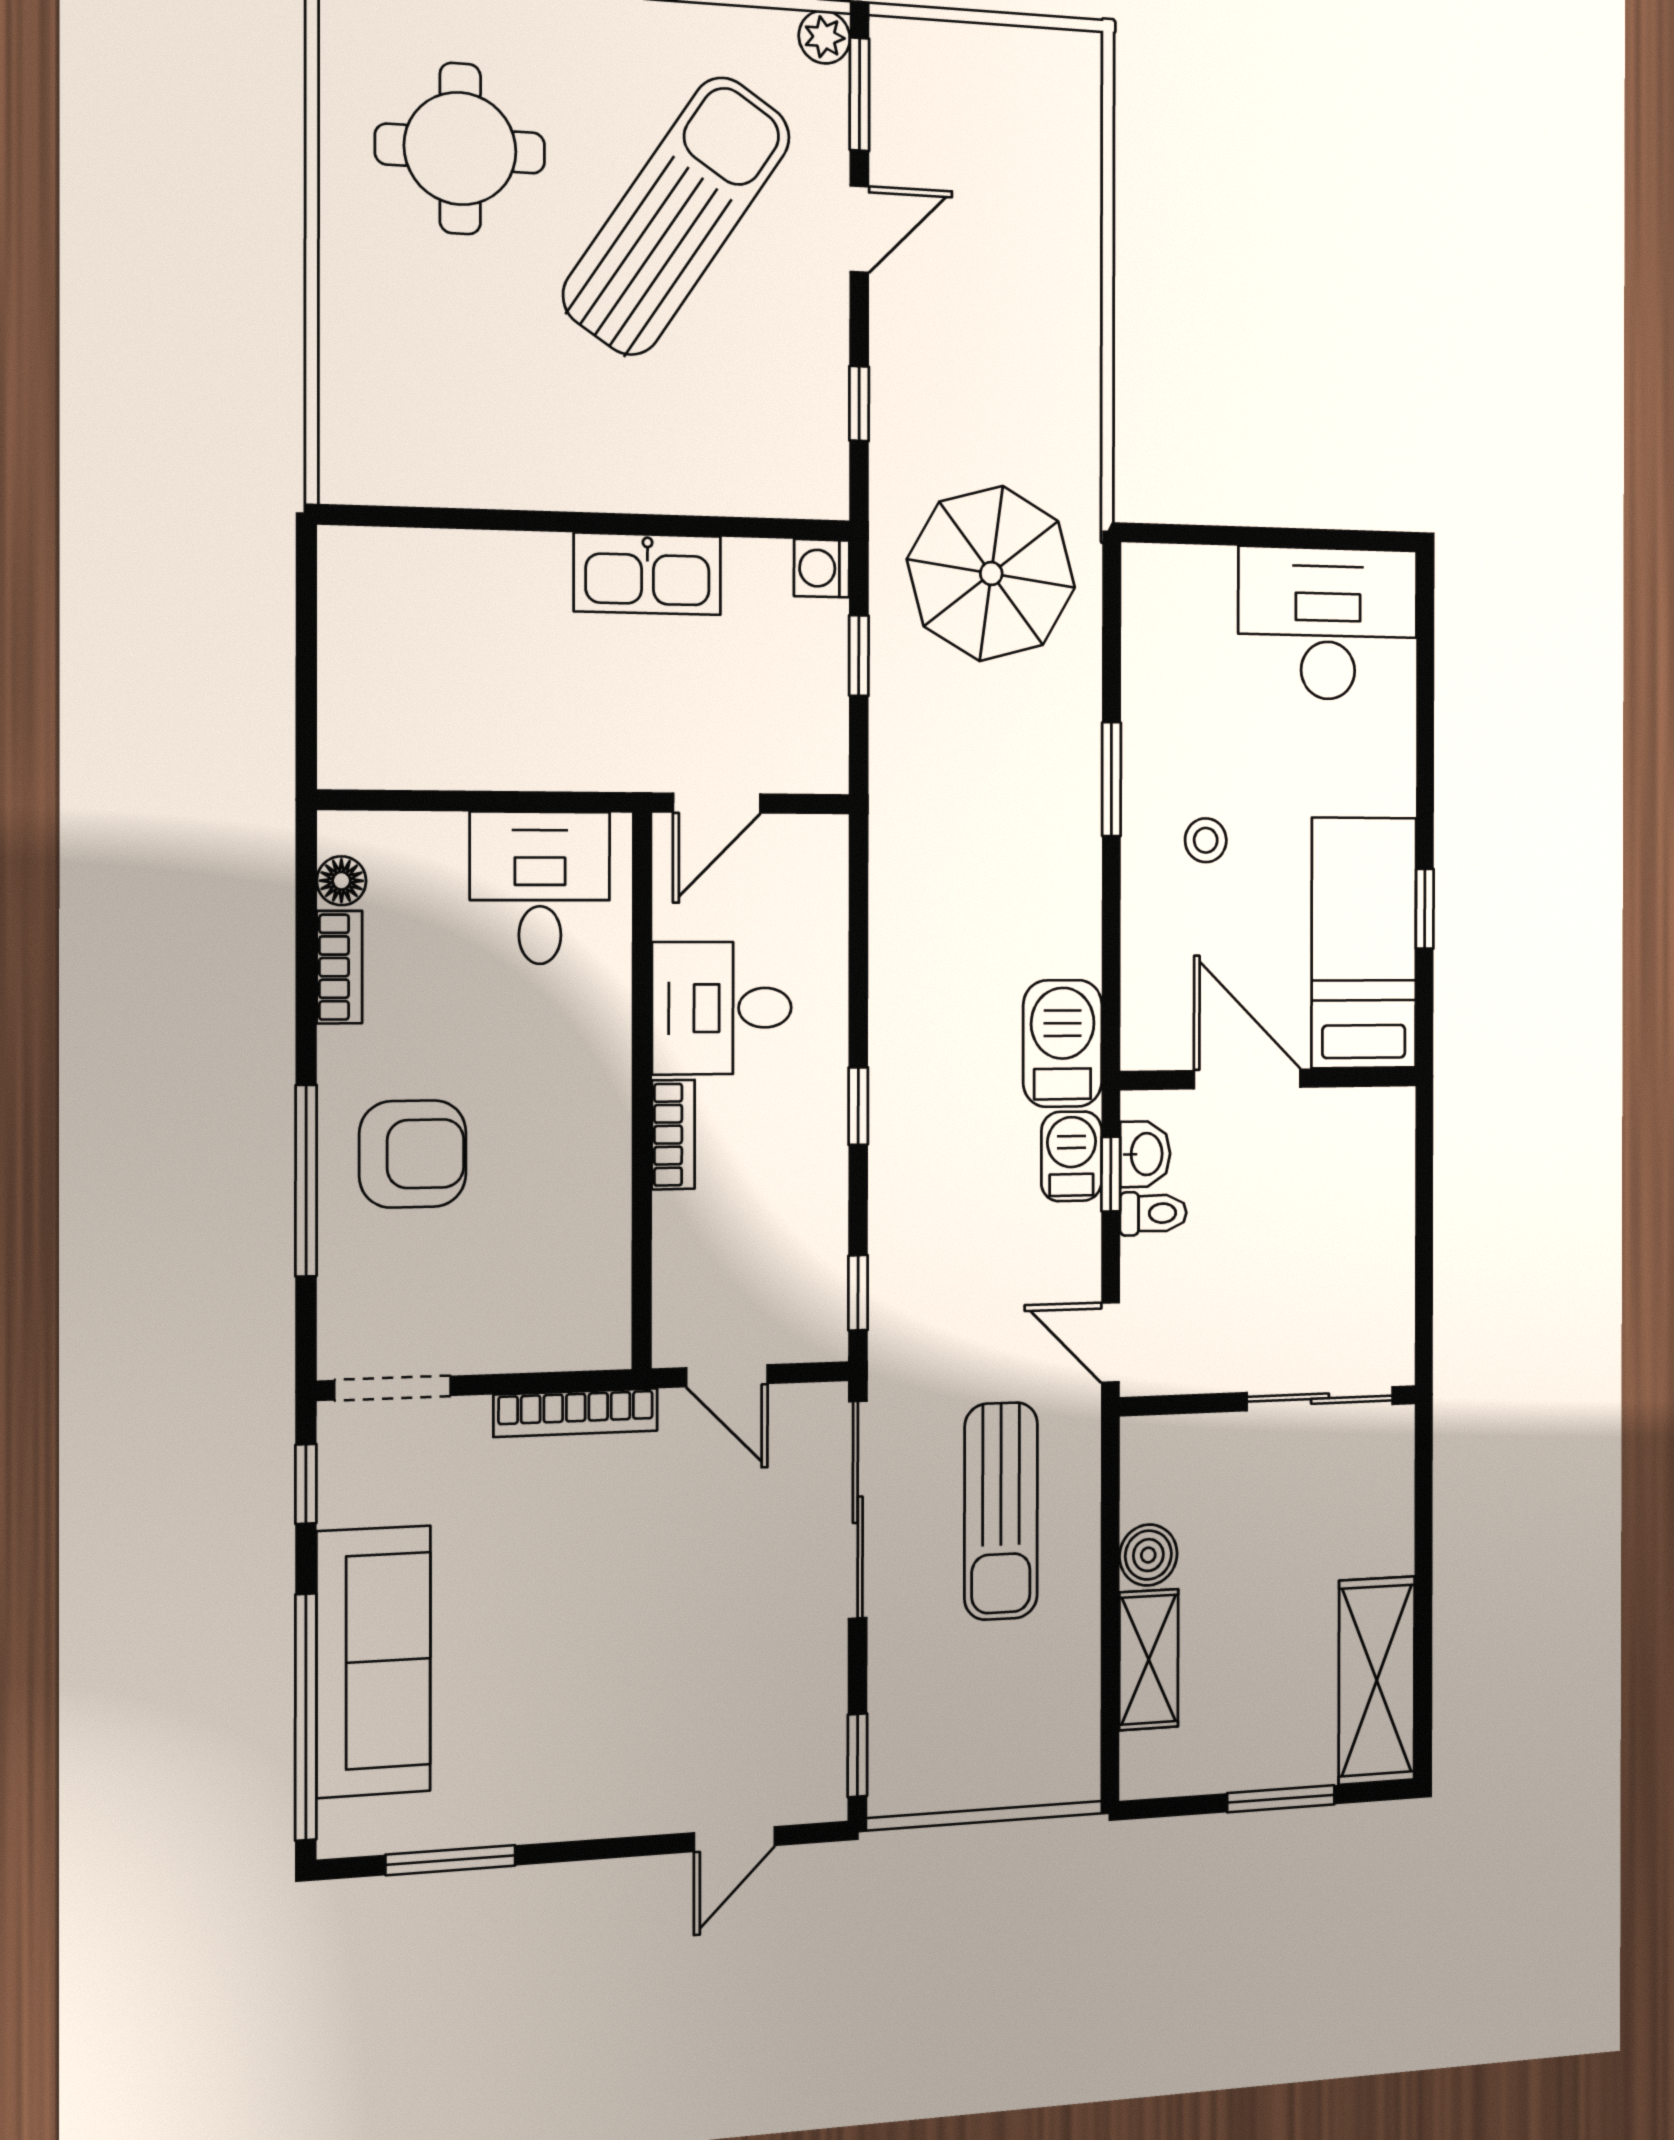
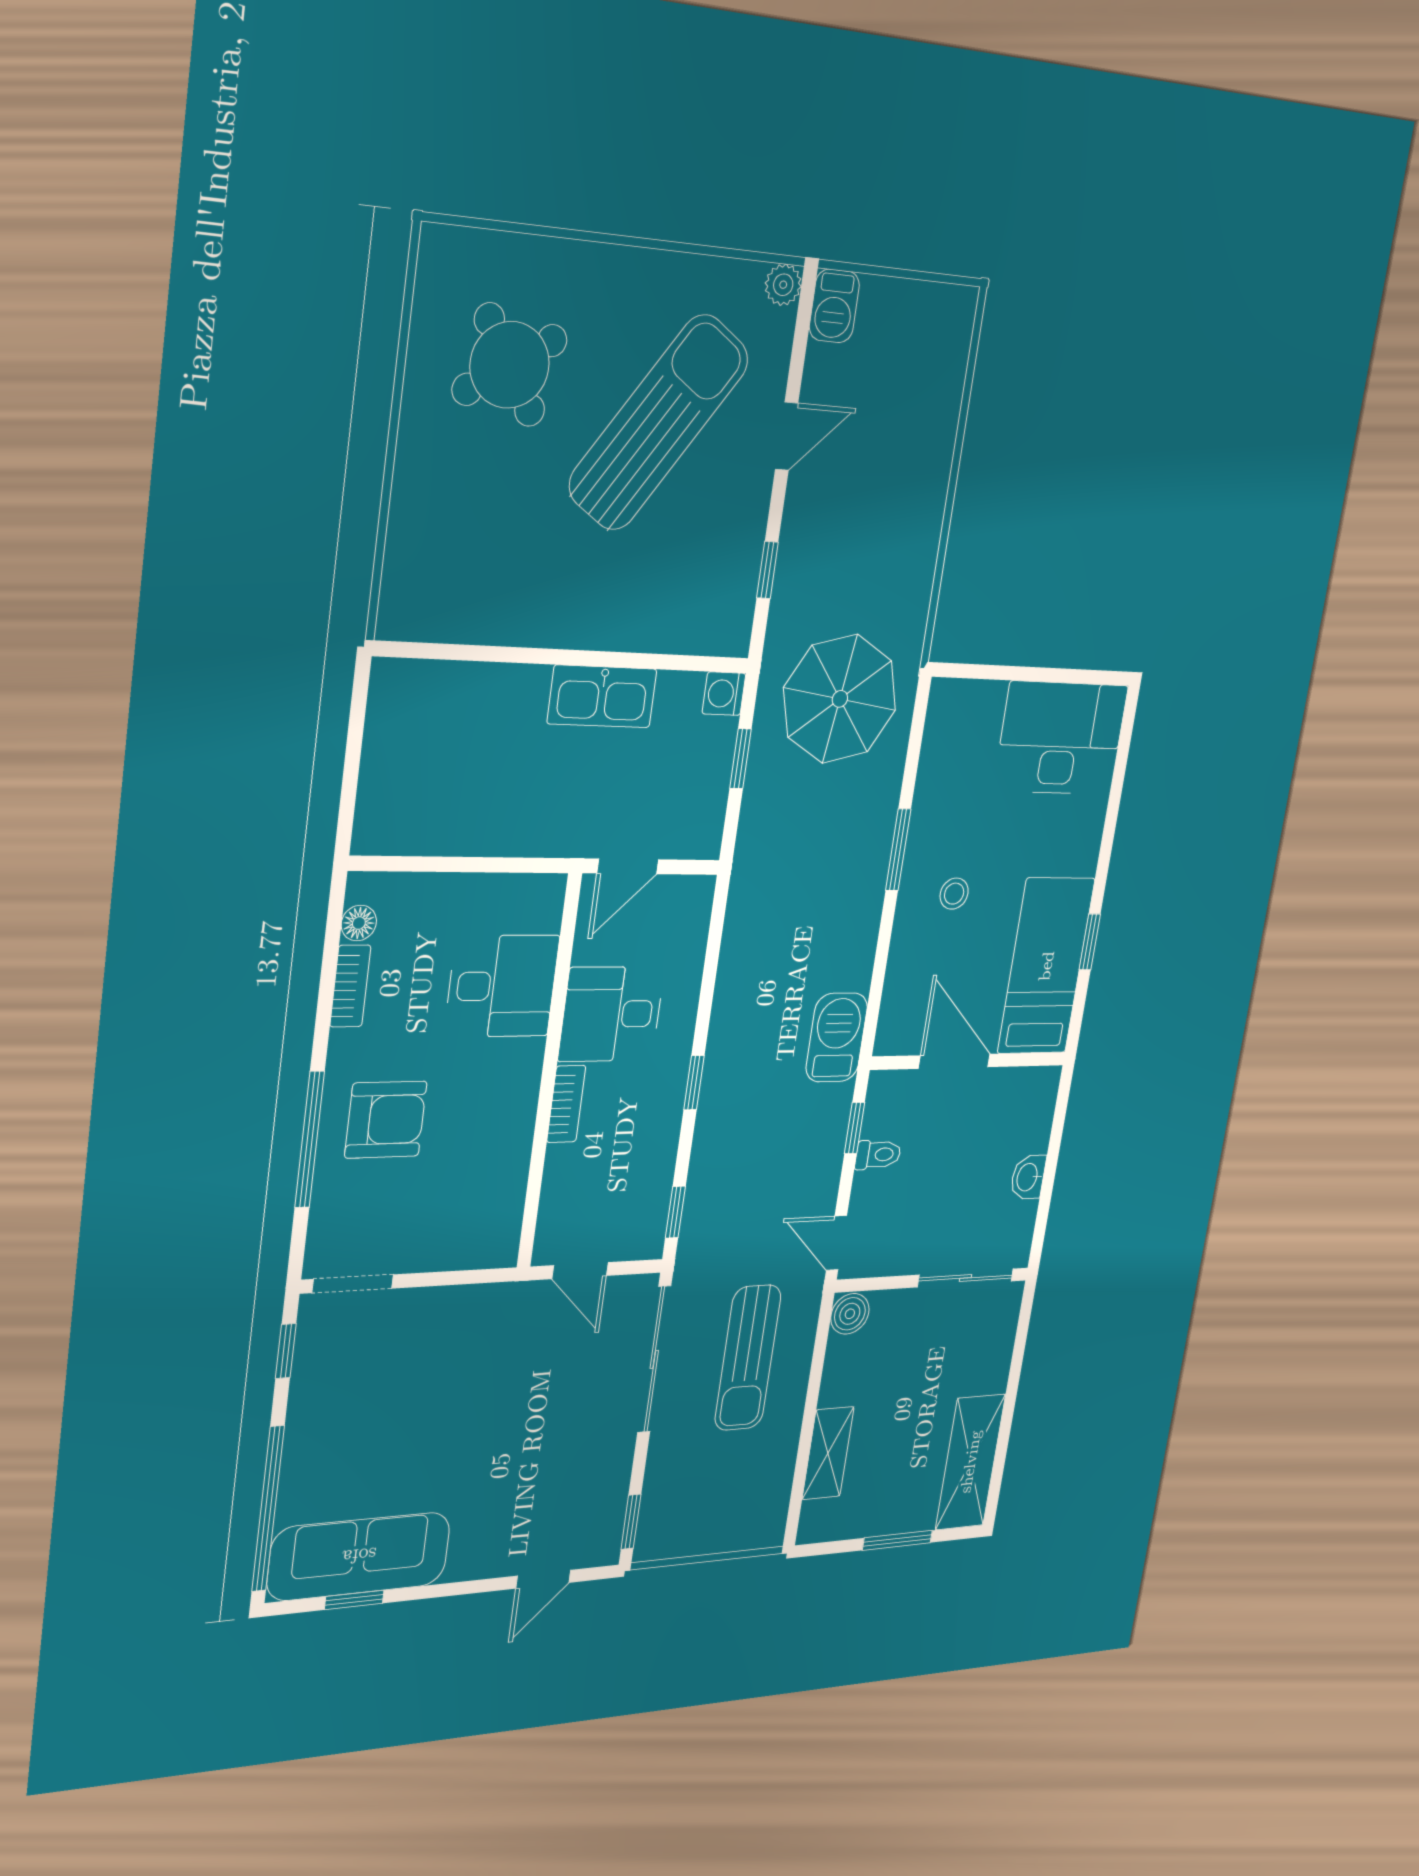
window: (859, 94) -> (802, 331), removed
round table: (460, 149) -> (510, 365), turned -33
desk: (540, 888) -> (502, 986), moved, turned 90
washbasin: (1145, 1154) -> (1028, 1177), moved, turned 180
barbecue: (1071, 1156) -> (834, 306), moved, turned 180
bookcase: (576, 1413) -> (475, 1298), removed
boiler: (1148, 1555) -> (850, 1314), moved
sofa: (374, 1661) -> (359, 1556), moved, turned -90
window: (451, 1860) -> (354, 1600), width x0.67

